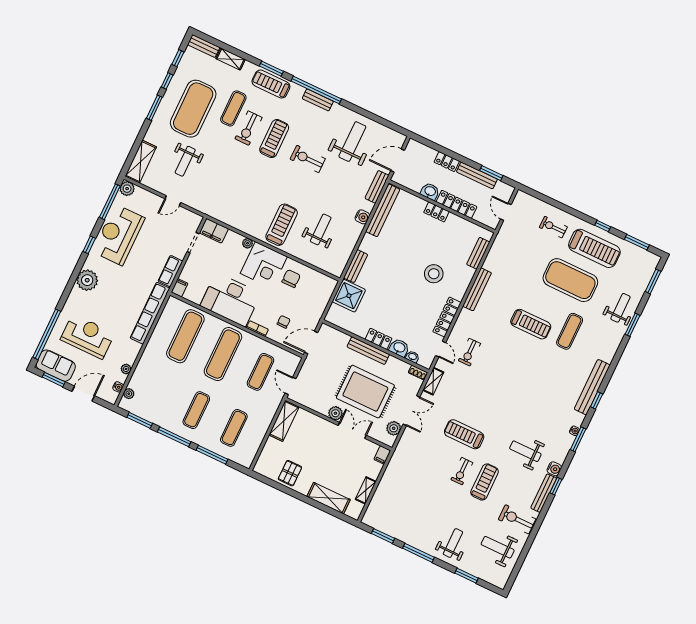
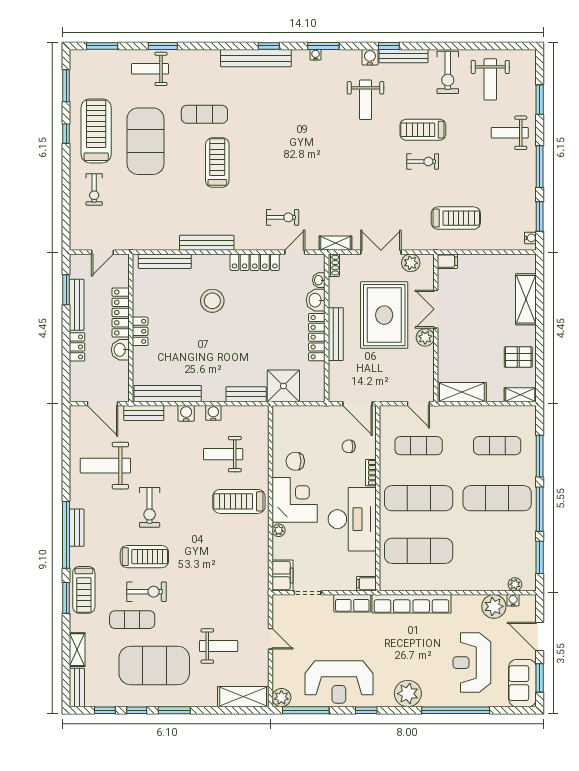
treadmill: (274, 139) -> (144, 557), turned 180
water cooler: (353, 236) -> (213, 413), added
bench: (478, 253) -> (165, 261), width x1.36
window: (47, 334) -> (456, 710), moved
locker: (378, 339) -> (317, 337), width x1.53
plant: (126, 369) -> (494, 606), width x1.88, depth x1.88
door: (290, 386) -> (418, 404), hinge flipped
exercise mat: (196, 410) -> (497, 498), width x1.36, depth x1.45
treadmill: (464, 434) -> (456, 218), moved, turned -90
shelving: (366, 490) -> (520, 395), moved
water cooler: (371, 522) -> (530, 238), added

